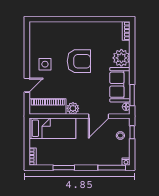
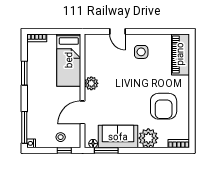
armchair: (79, 61) -> (164, 106), moved
piano: (48, 106) -> (180, 54), moved, turned 180
door: (99, 116) -> (83, 112), hinge flipped

